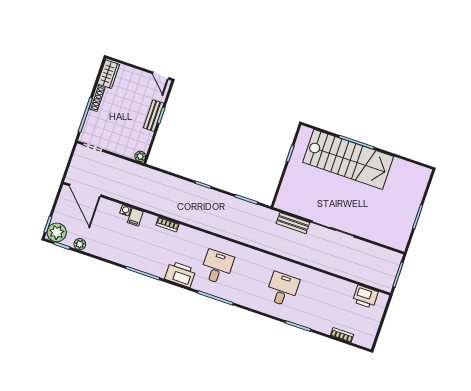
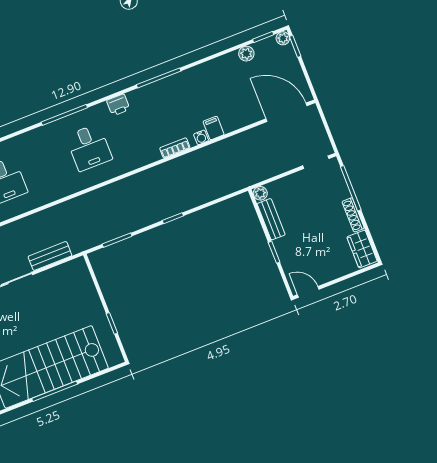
bench: (154, 116) -> (271, 219), moved
water cooler: (125, 210) -> (201, 137), moved
plant: (57, 232) -> (283, 38), width x0.53, depth x0.53
printer: (180, 274) -> (118, 105), width x0.53, depth x0.68

